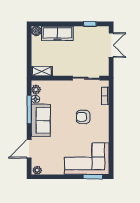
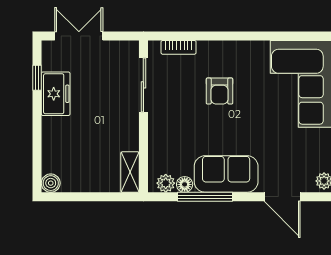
freezer: (57, 33) -> (56, 94), moved, width x0.71

